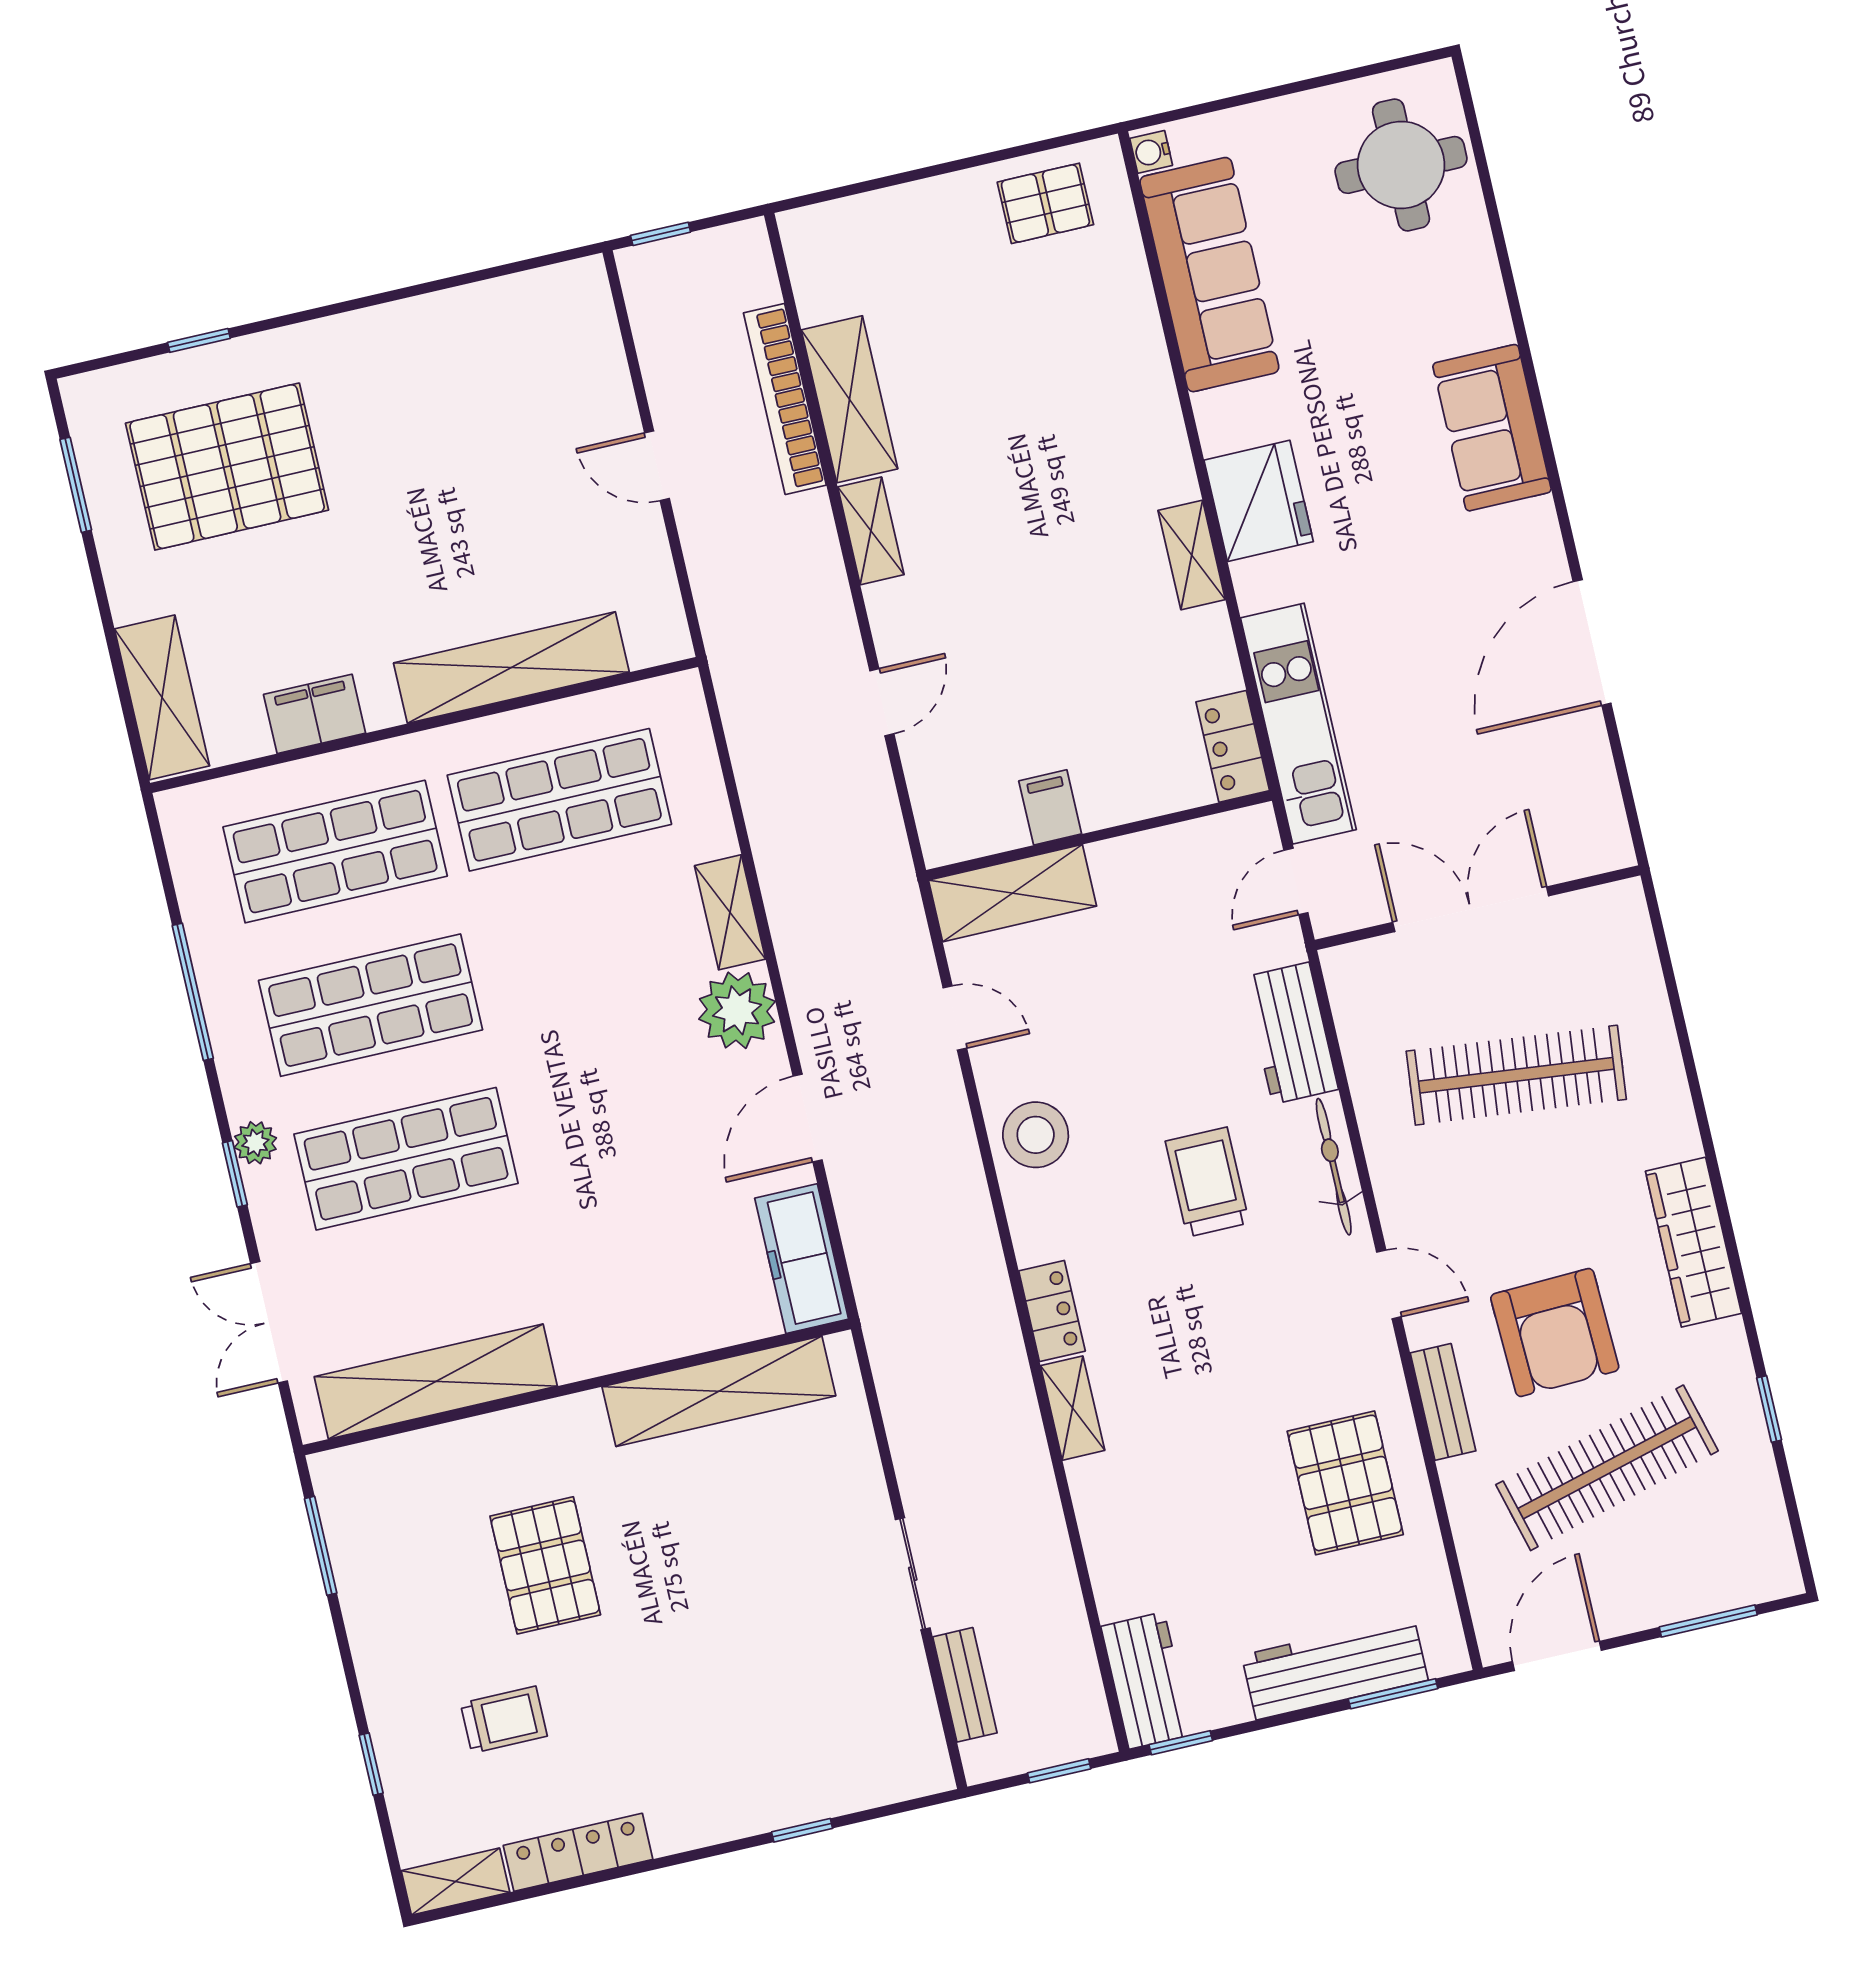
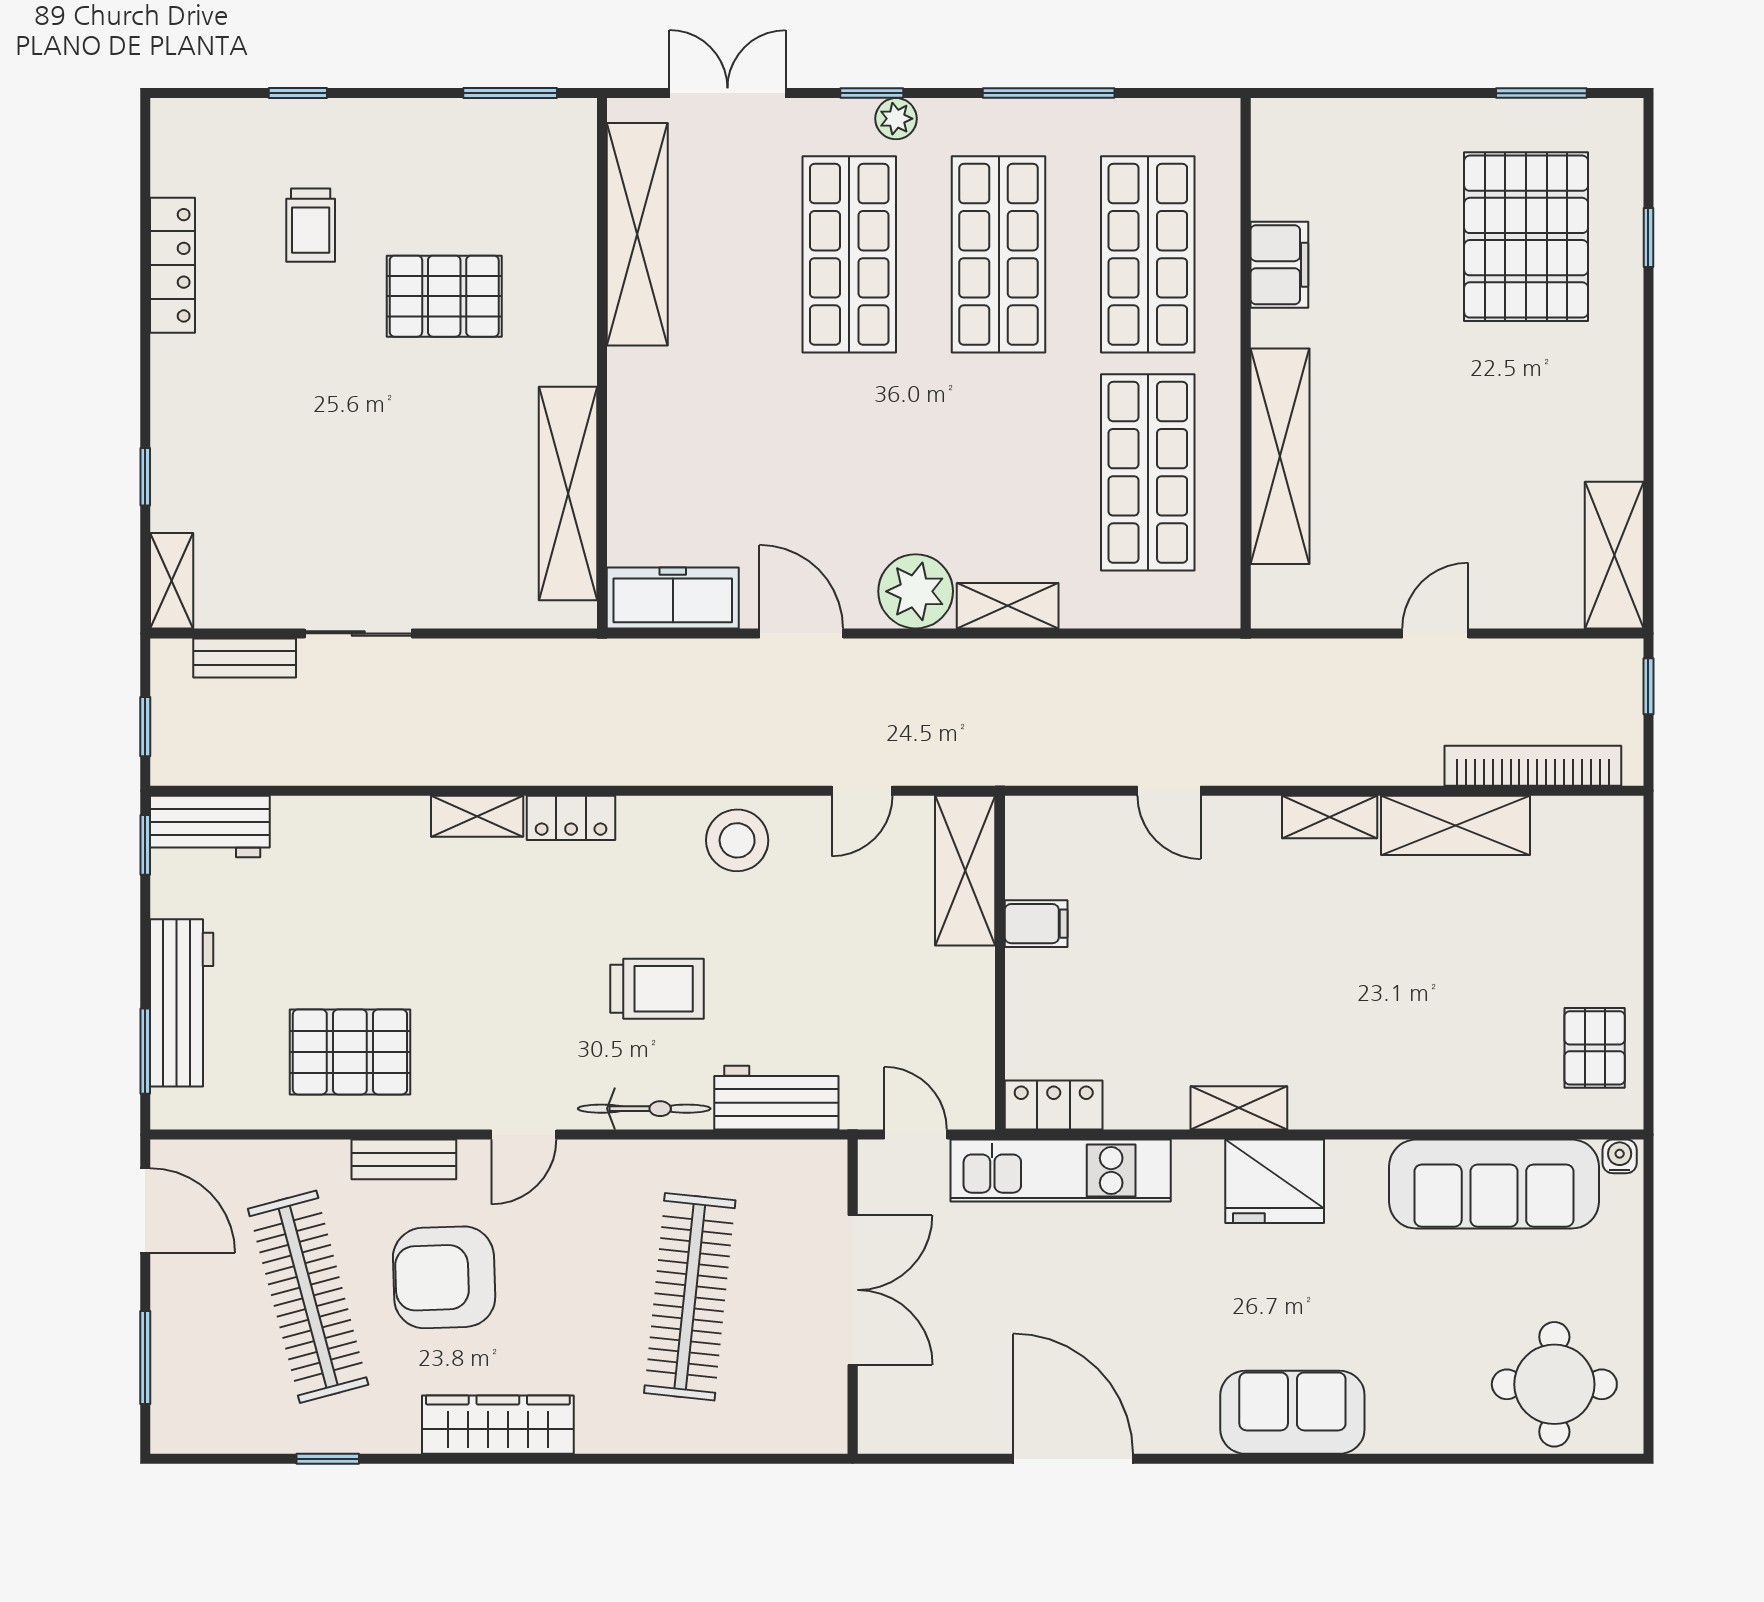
bookcase: (785, 399) -> (1533, 766), moved
shelving: (162, 697) -> (1614, 555), moved, turned 90
shelving: (455, 1882) -> (172, 581), moved

